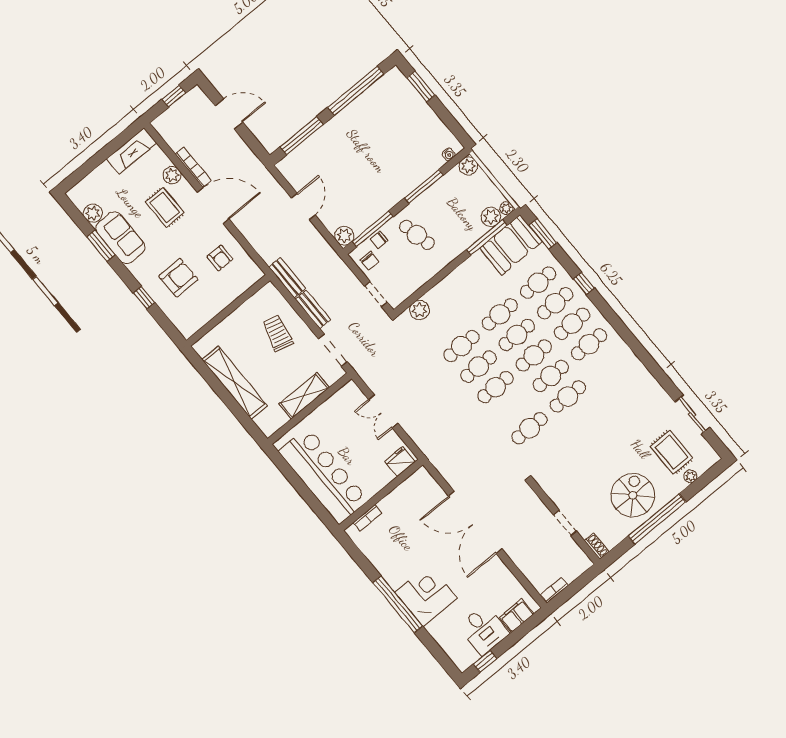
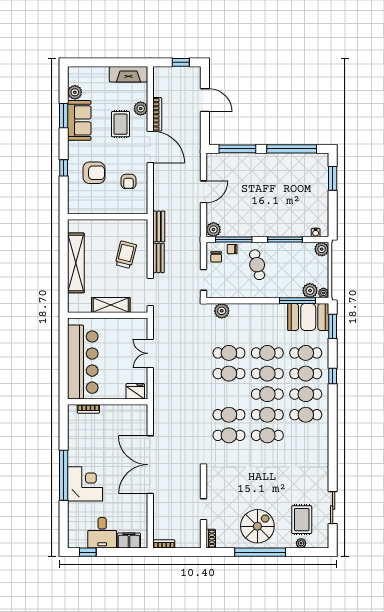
cafe table: (496, 387) -> (229, 415), moved

